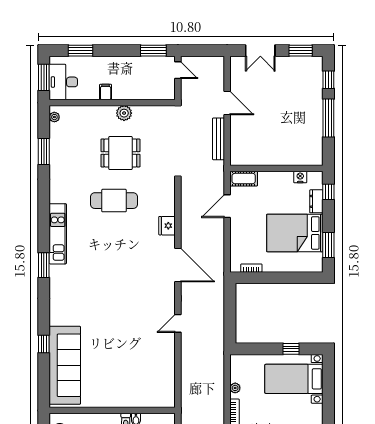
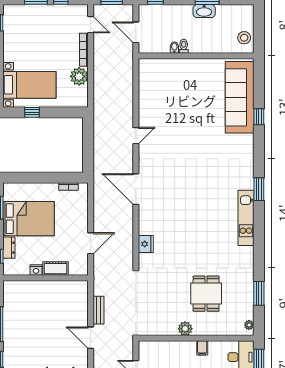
bench: (219, 139) -> (99, 310), width x0.73
dining table: (120, 153) -> (206, 294), moved, turned 90
nightstand: (300, 177) -> (36, 270), moved
cot: (244, 179) -> (56, 269), moved
cafe table: (114, 201) -> (194, 248), removed
fridge: (167, 226) -> (146, 244), moved
plant: (235, 388) -> (79, 76), width x1.87, depth x1.87

